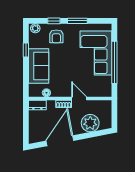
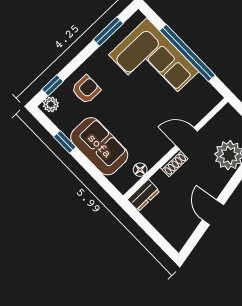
window: (54, 21) -> (53, 85), moved
window: (77, 21) -> (108, 31), moved
armchair: (56, 36) -> (86, 89), turned -90
door: (60, 141) -> (213, 212), width x0.53

